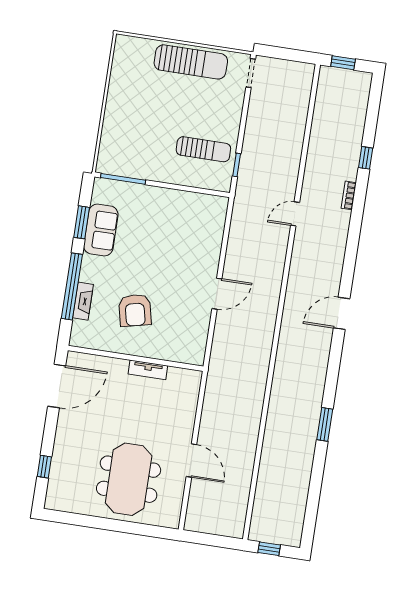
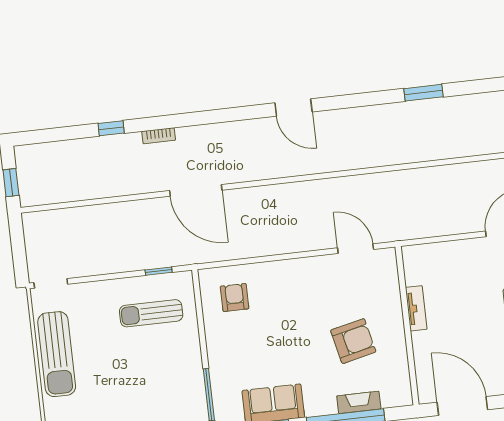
sun lounger: (191, 62) -> (57, 354), turned 180
sun lounger: (203, 149) -> (151, 313), turned -90
door: (295, 214) -> (196, 190), width x1.87
armchair: (198, 222) -> (235, 297), added
door: (217, 294) -> (356, 249), moved

